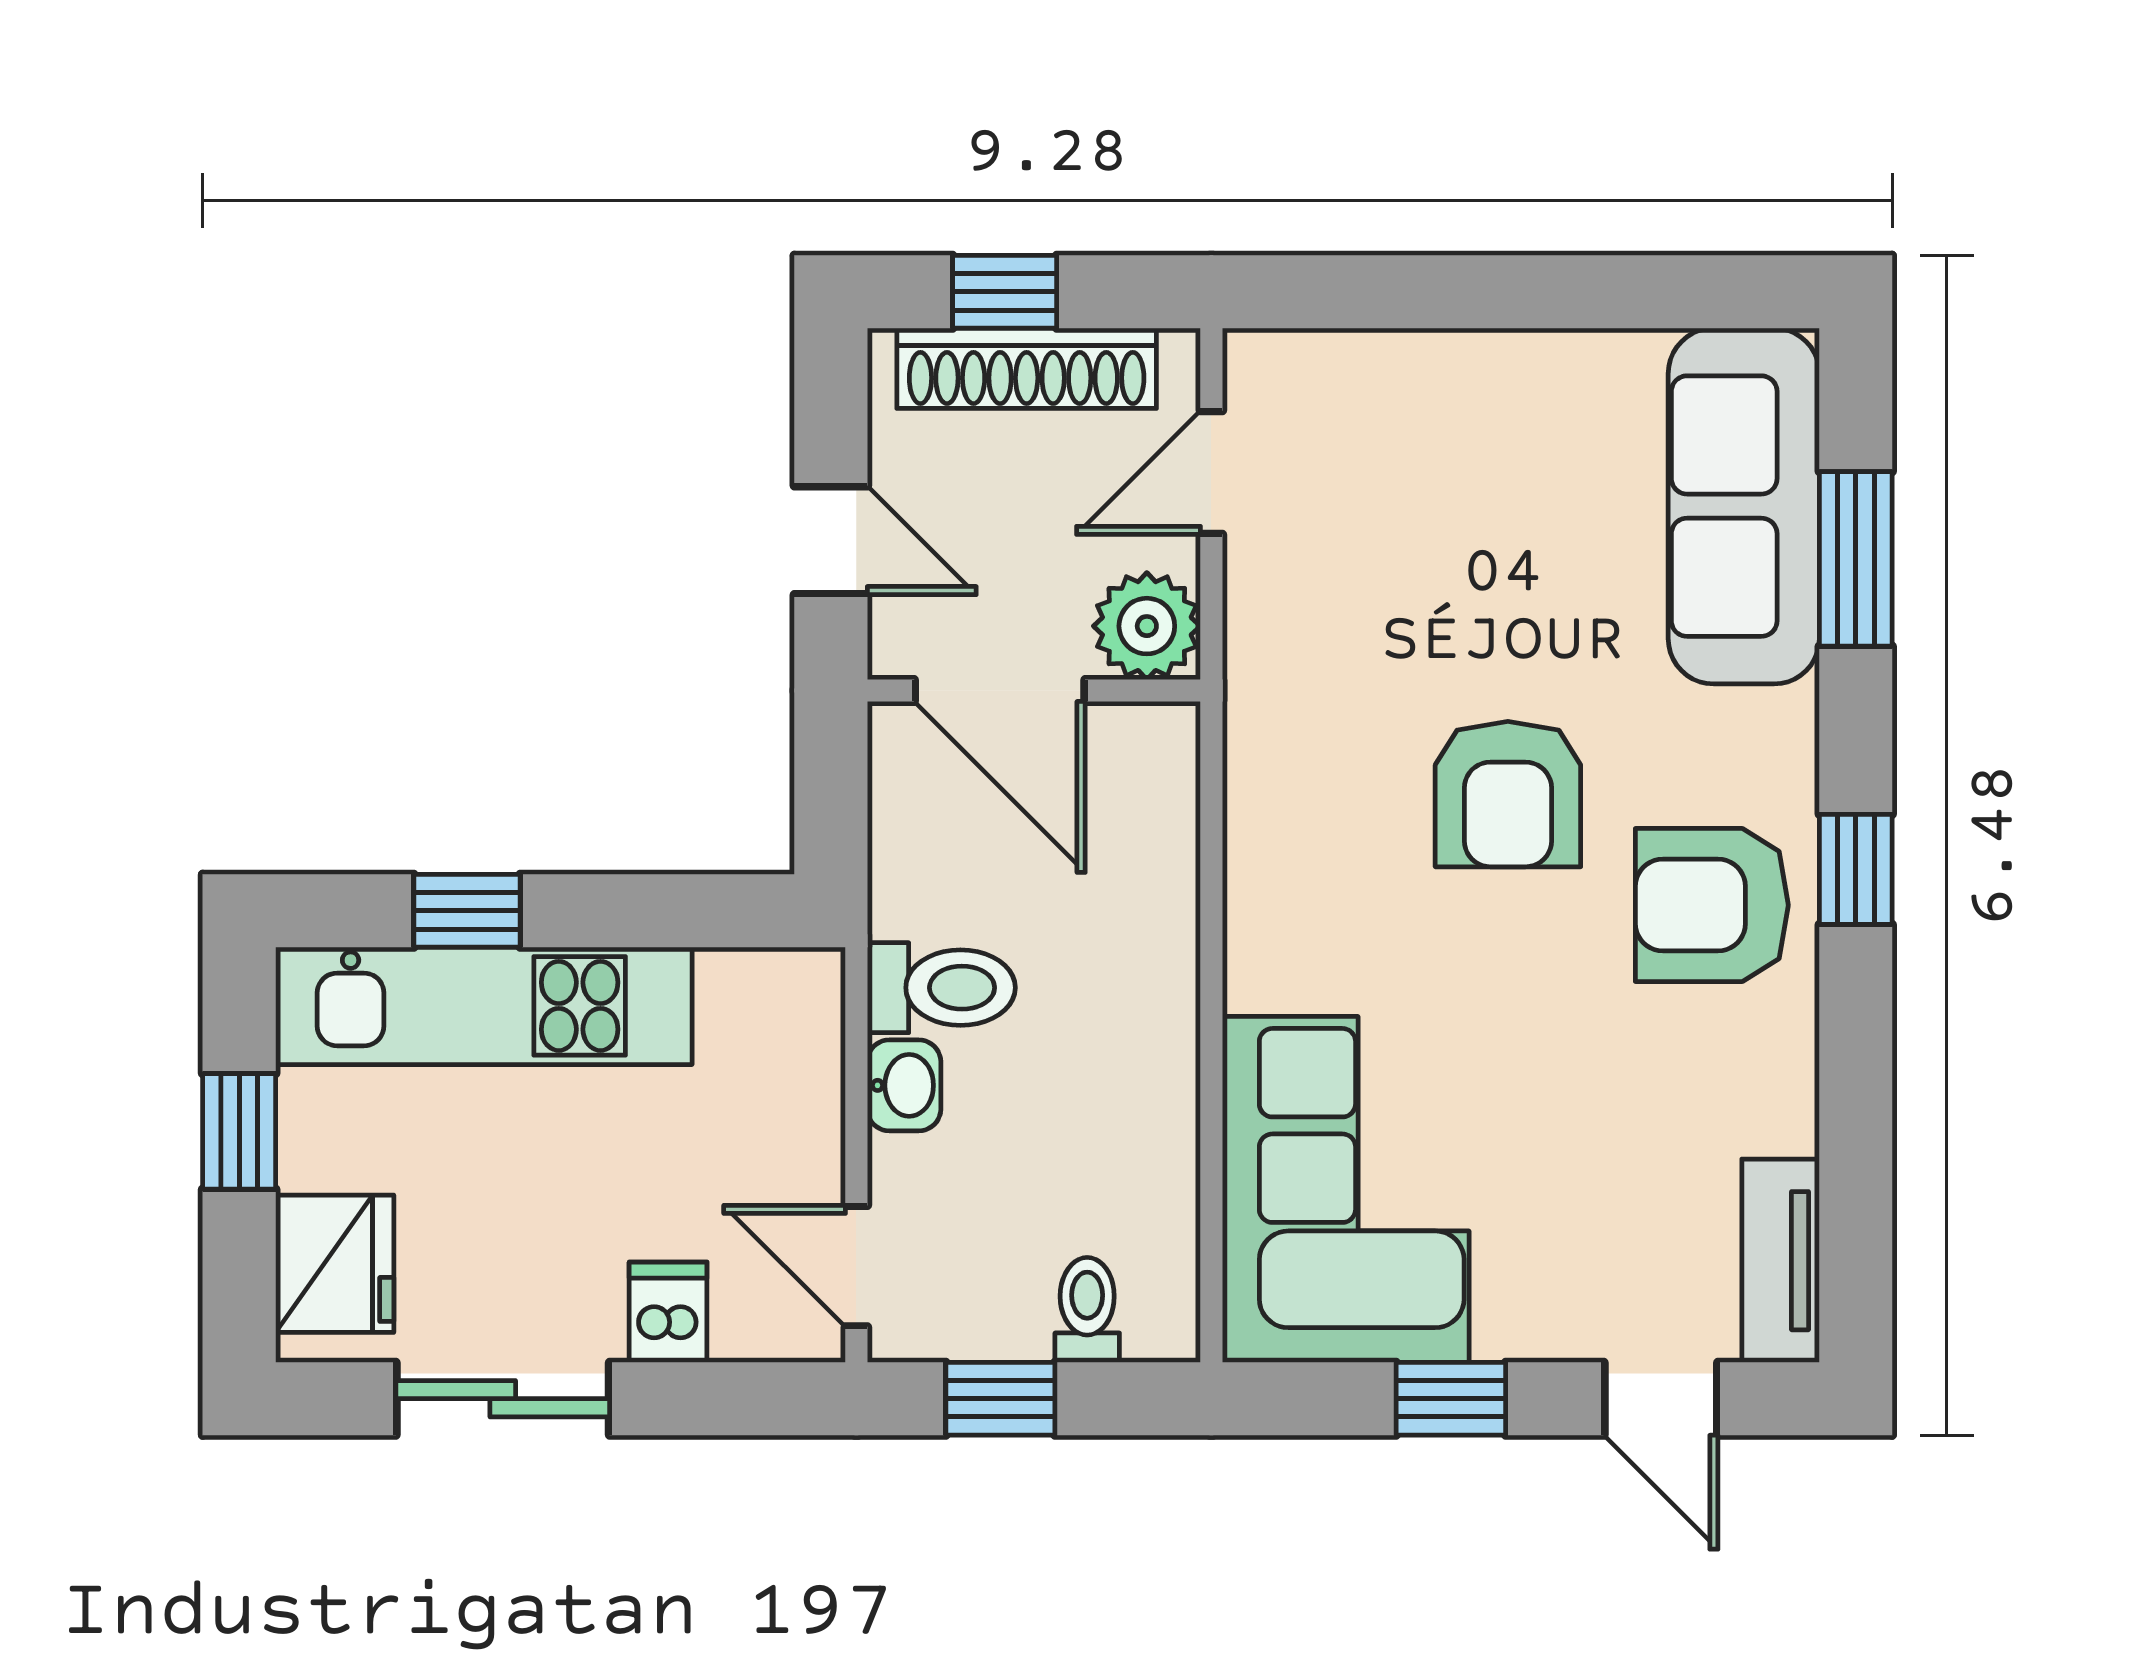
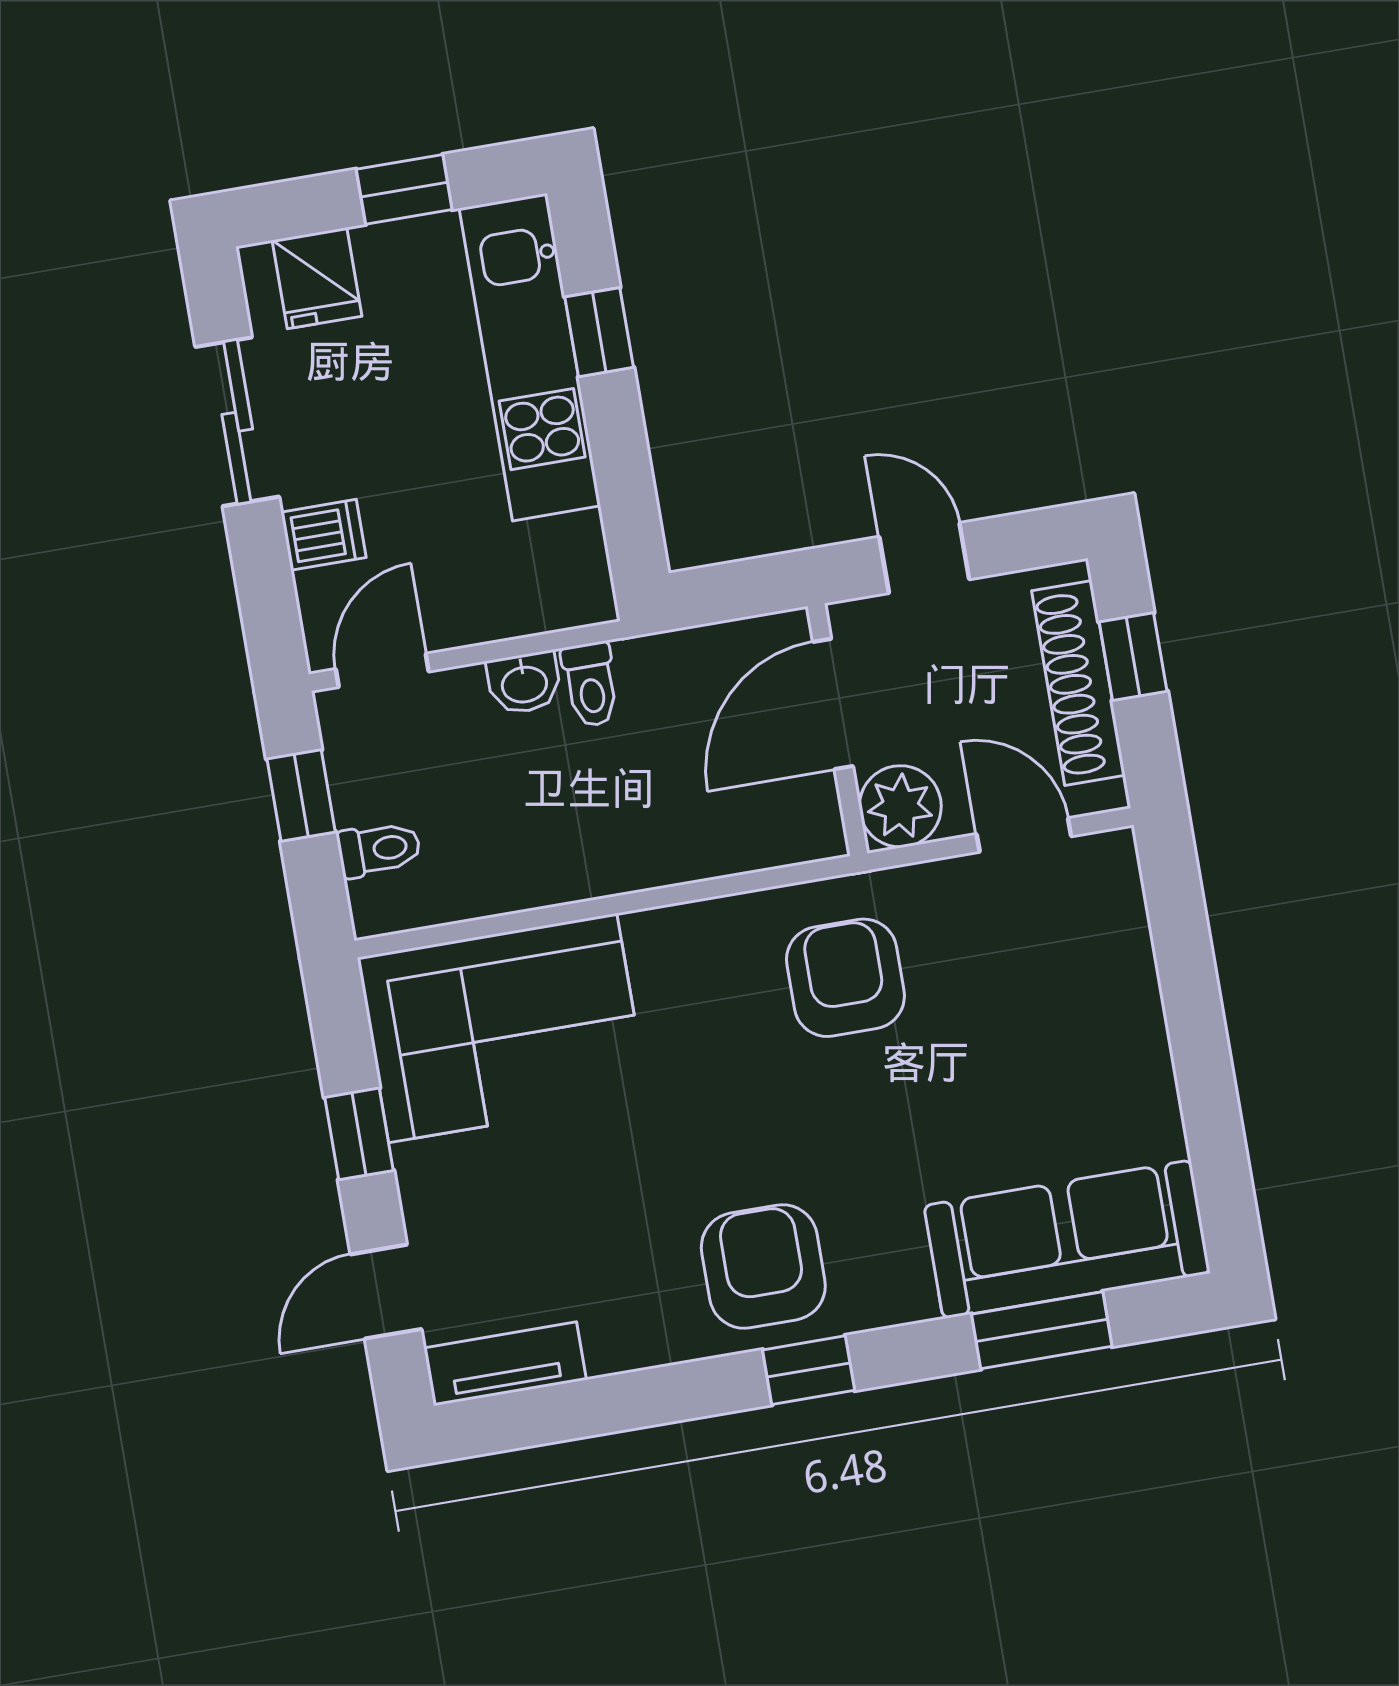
door: (831, 540) -> (924, 558), swing flipped
armchair: (1508, 794) -> (845, 978), moved, turned 90
toilet: (941, 988) -> (591, 684), width x0.73, depth x0.72
fridge: (335, 1264) -> (317, 278), width x0.72

